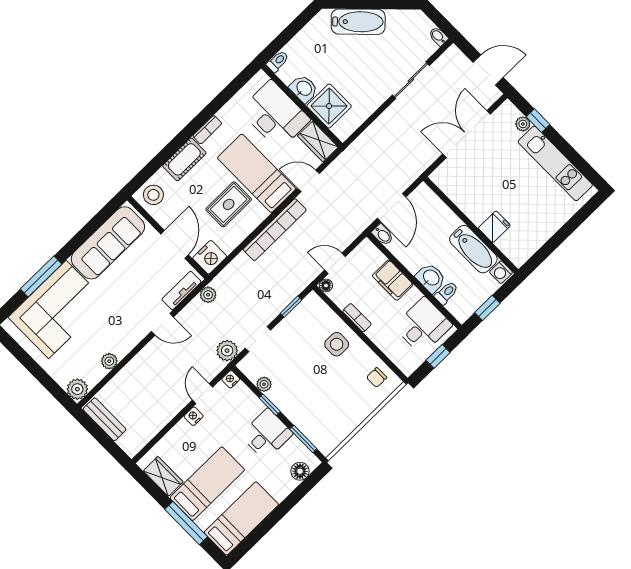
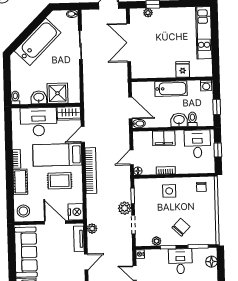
bathtub: (358, 22) -> (38, 42), width x1.36, depth x1.36
kitchen unit: (555, 163) -> (204, 33), moved, turned 90
rug: (229, 204) -> (60, 181), turned 90
bathtub: (473, 249) -> (171, 89), moved
plant: (227, 351) -> (125, 208), moved
chair: (307, 398) -> (181, 227), added

